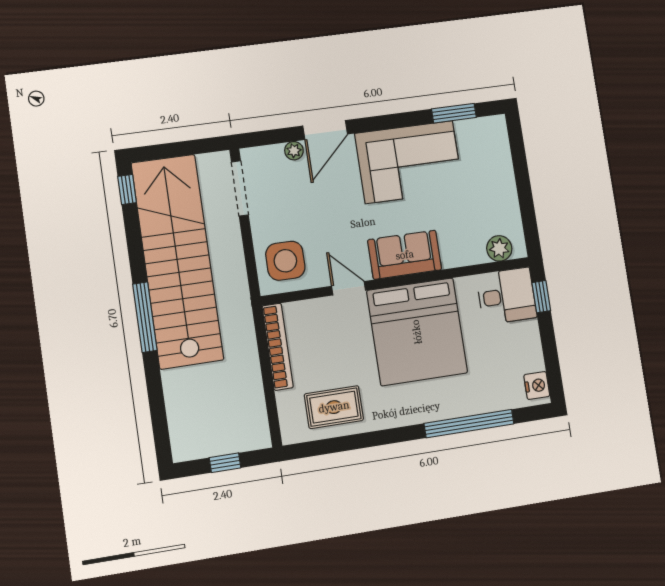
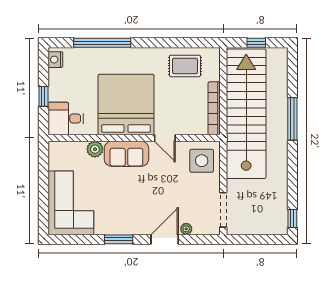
window: (454, 113) -> (119, 239), moved
corner sofa: (409, 162) -> (71, 203), moved, turned 90
plant: (499, 248) -> (95, 149), moved
stairs: (177, 261) -> (246, 114), moved, turned 180
window: (541, 297) -> (43, 96), moved
window: (145, 317) -> (292, 119), moved

